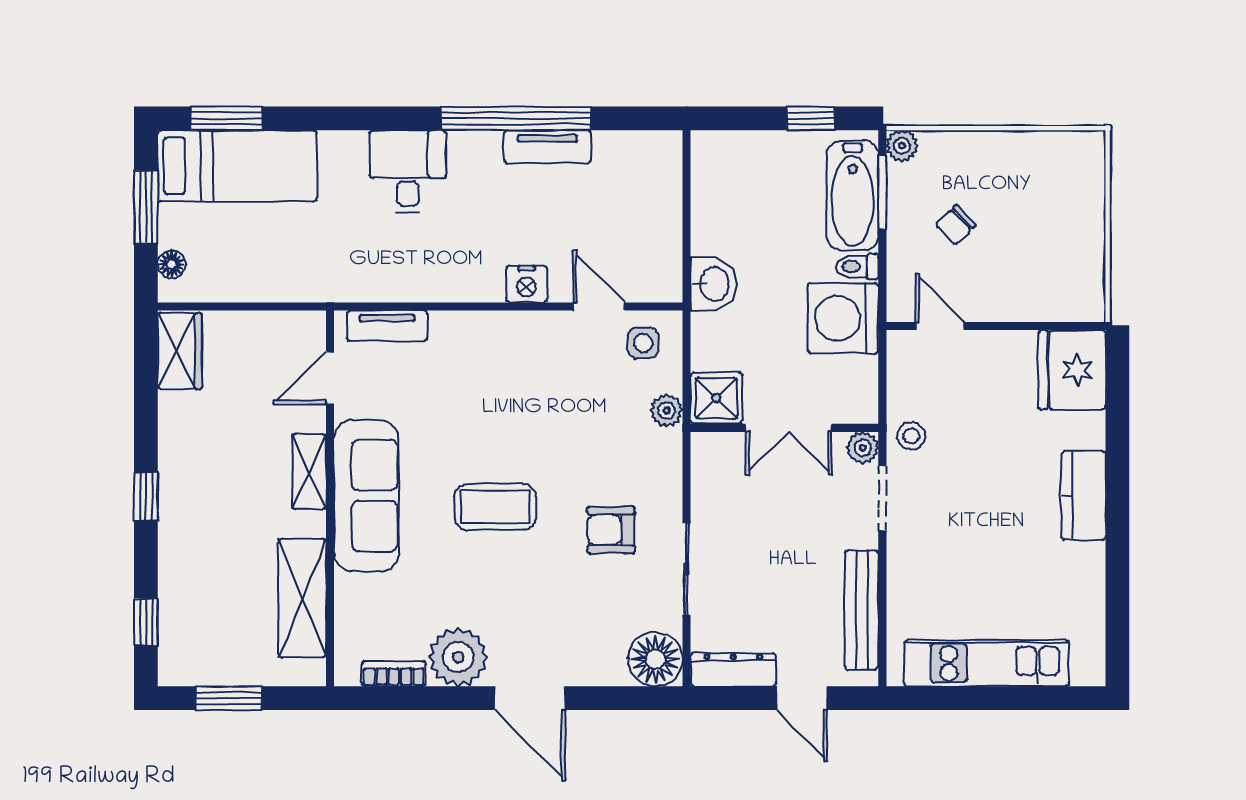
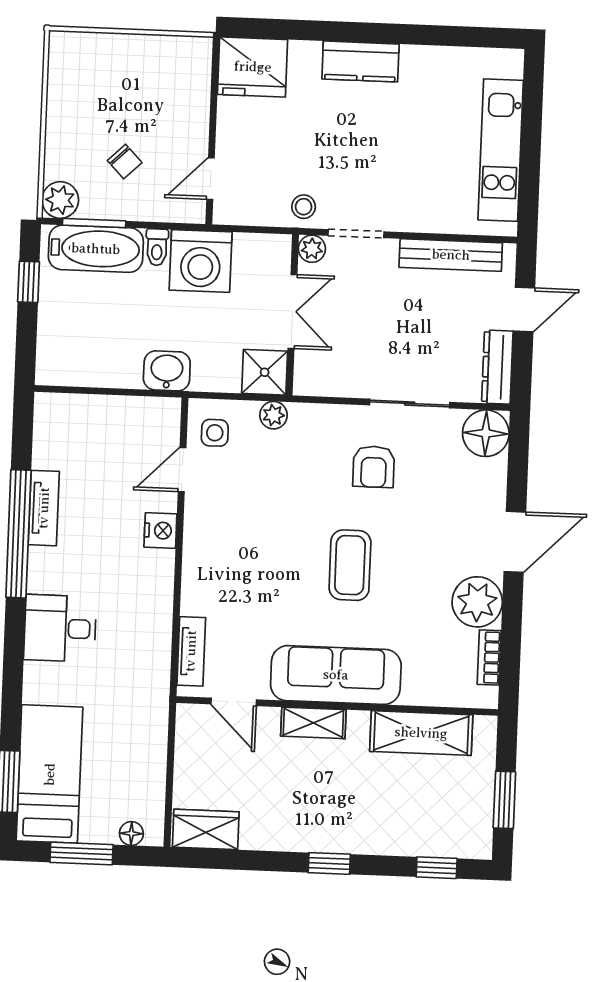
plant: (902, 146) -> (60, 200), width x1.38, depth x1.38

